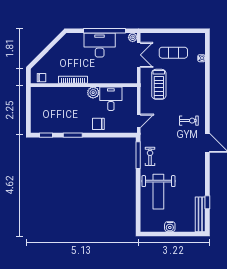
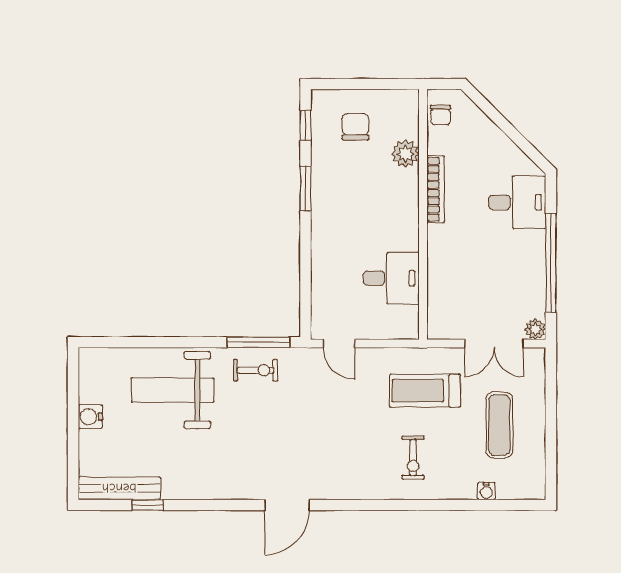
desk: (100, 45) -> (517, 202), moved, width x0.73
plant: (93, 93) -> (406, 154), moved
exercise bike: (189, 121) -> (413, 458), moved
chair: (98, 124) -> (355, 127), moved

